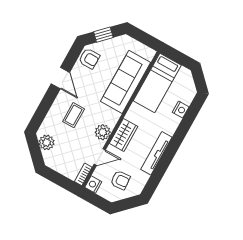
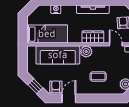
door: (60, 78) -> (69, 98), moved
plant: (103, 132) -> (86, 52), moved

